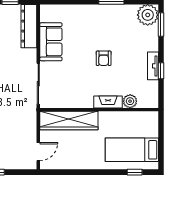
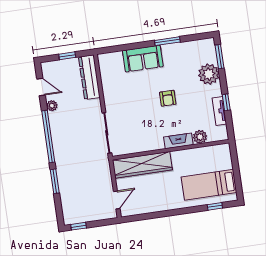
plant: (148, 15) -> (209, 74), moved
sofa: (51, 42) -> (143, 59), moved, turned 90
tv unit: (153, 66) -> (219, 111), moved

